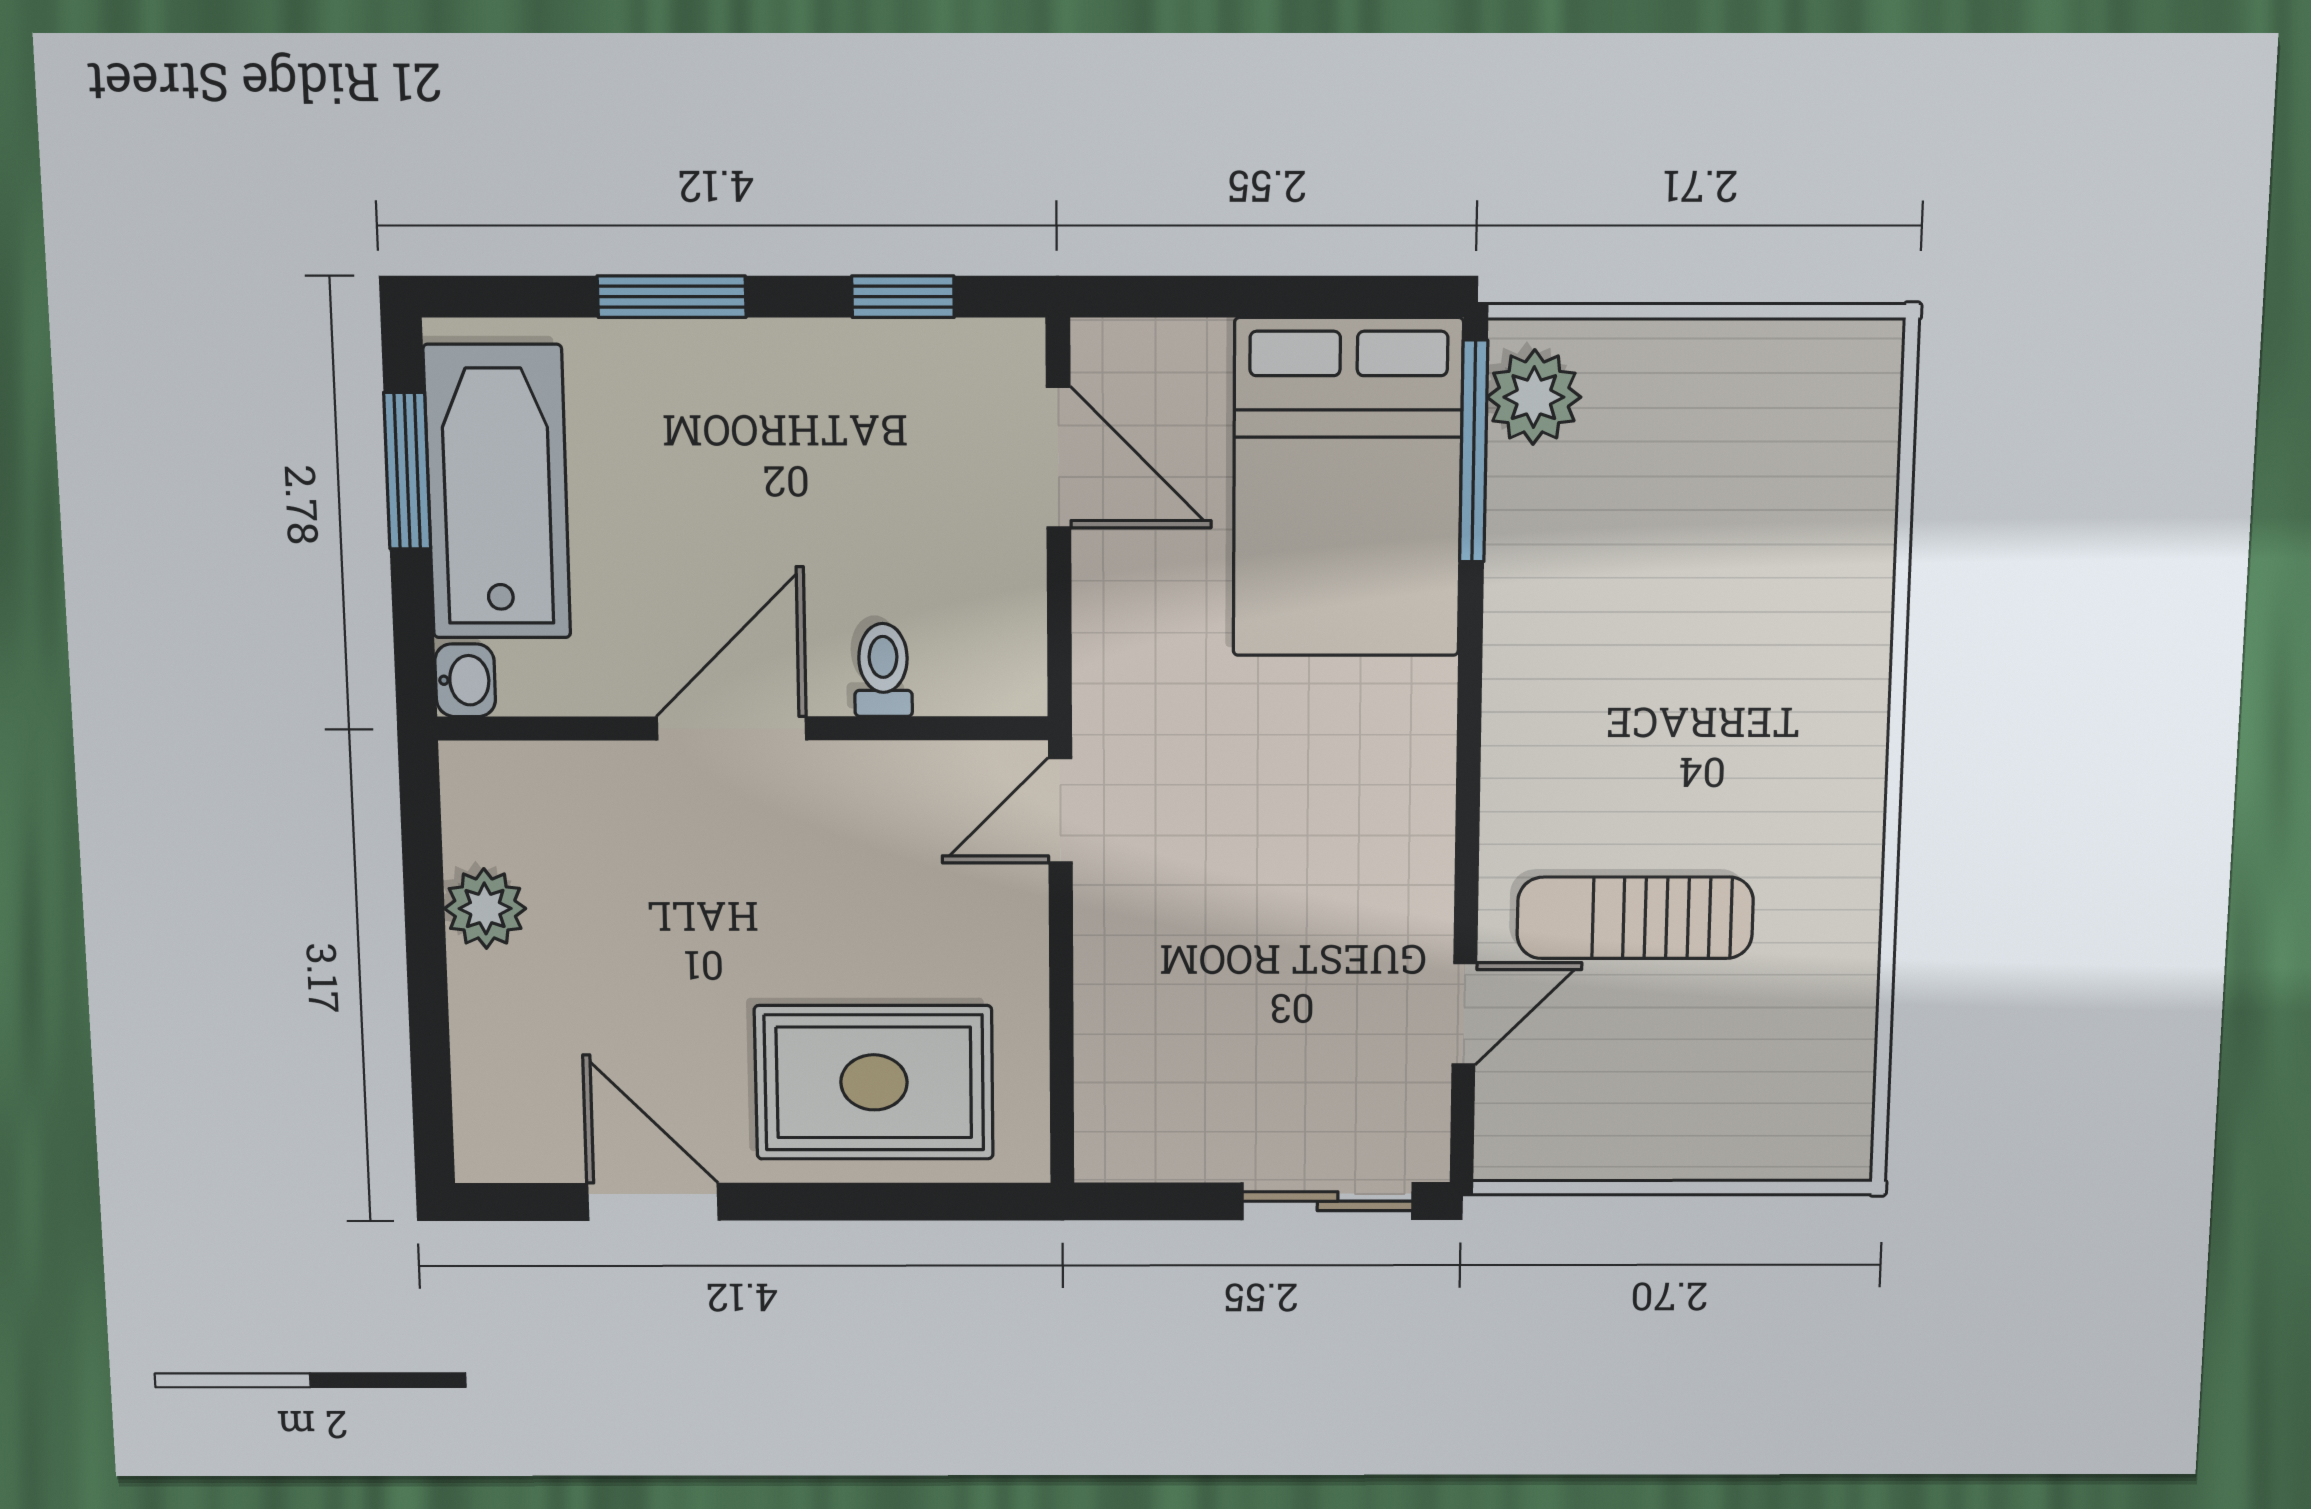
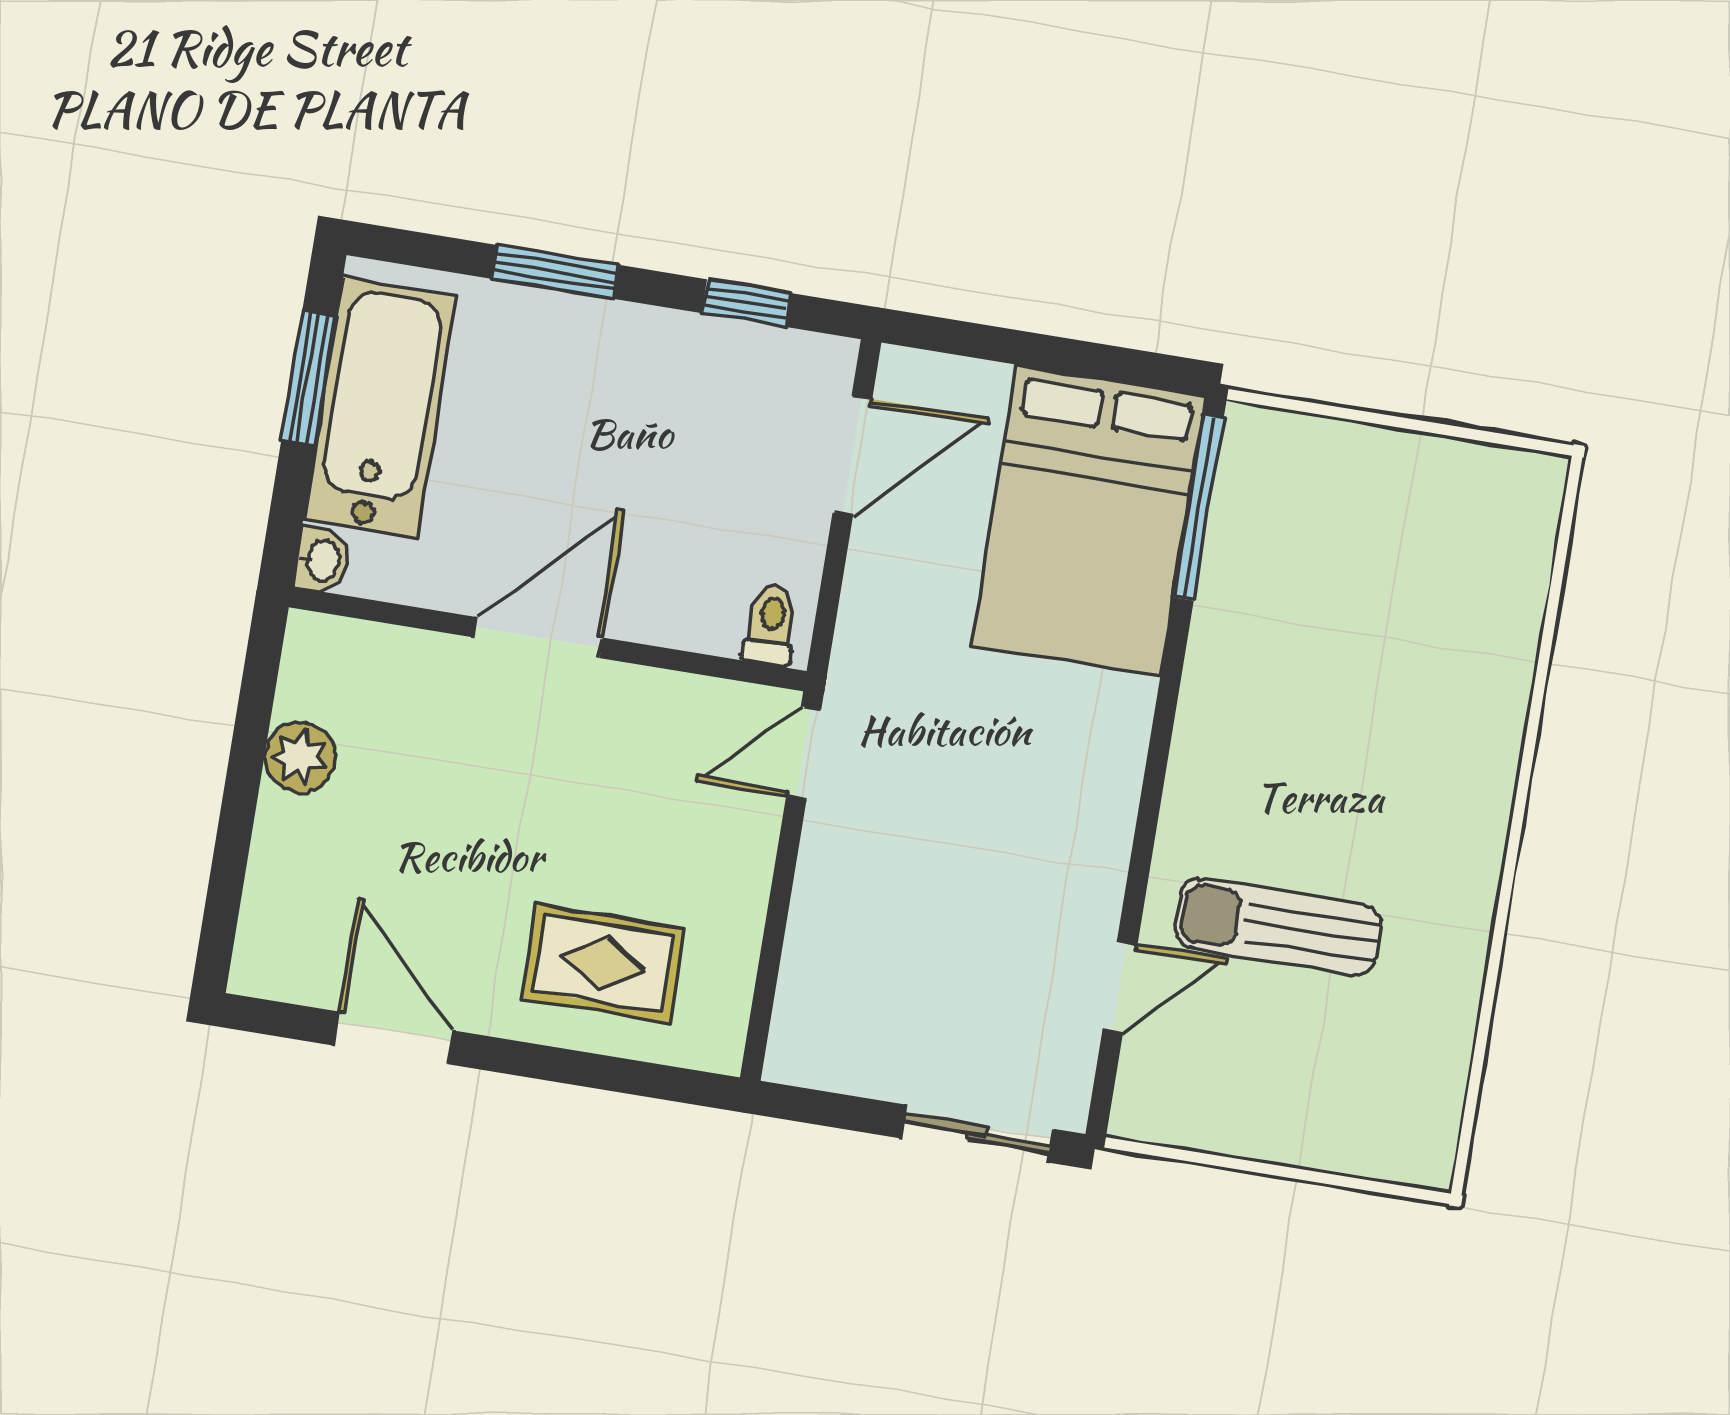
plant: (1534, 397) -> (1255, 471), removed
door: (1059, 457) -> (852, 456), hinge flipped
toilet: (883, 670) -> (771, 625), moved
rug: (874, 1082) -> (603, 963), width x0.73, depth x0.70

